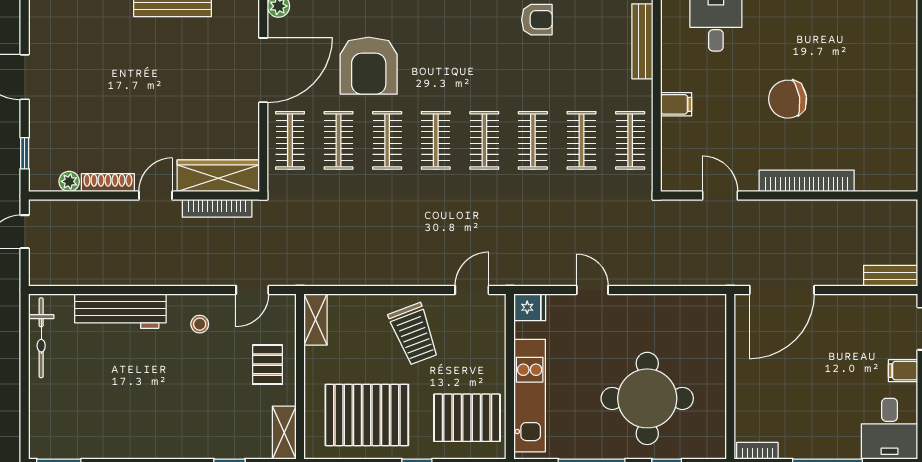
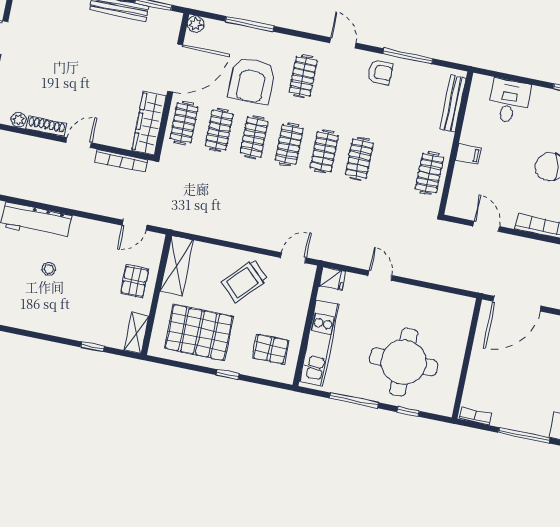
clothes rail: (581, 140) -> (303, 76), moved
wardrobe: (218, 176) -> (149, 123), moved, turned -90
shelving: (315, 319) -> (177, 266), width x1.50, depth x1.33
stool: (200, 324) -> (49, 269), moved
trolley: (414, 334) -> (245, 281), turned 64
pallet: (467, 418) -> (271, 349), width x0.67, depth x0.71

